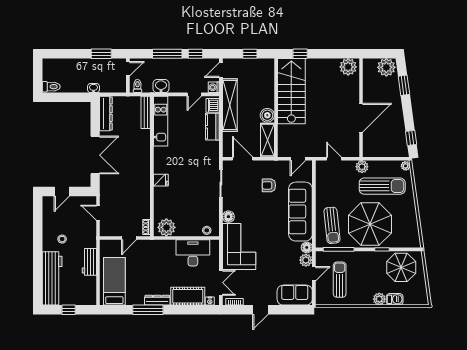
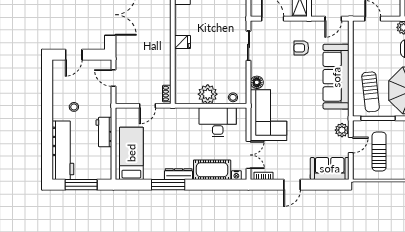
plant: (166, 227) -> (208, 94), moved
floor lamp: (307, 247) -> (343, 116), removed
window: (69, 310) -> (81, 185), width x2.17

